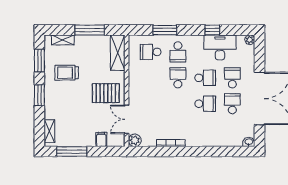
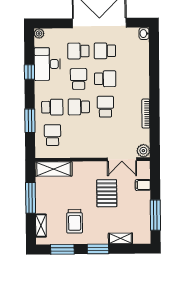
school desk: (151, 52) -> (53, 135), turned 180
pallet: (106, 93) -> (107, 193), moved
school desk: (178, 104) -> (105, 107), added
school desk: (205, 104) -> (105, 79), turned 90
shelving: (49, 131) -> (120, 238), moved

